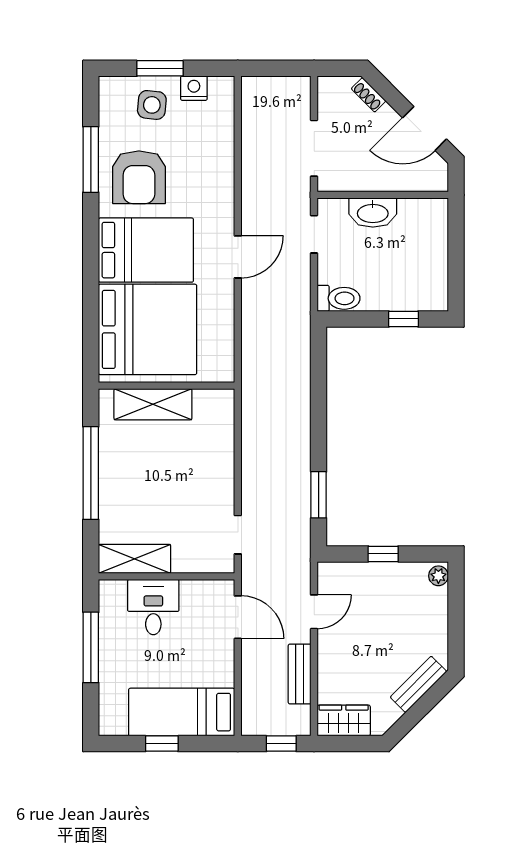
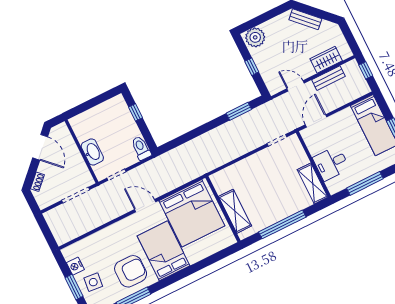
bed: (148, 329) -> (192, 213), moved, turned 180
plant: (438, 576) -> (255, 37), width x1.88, depth x1.88
wardrobe: (344, 721) -> (326, 60), moved, turned 90

